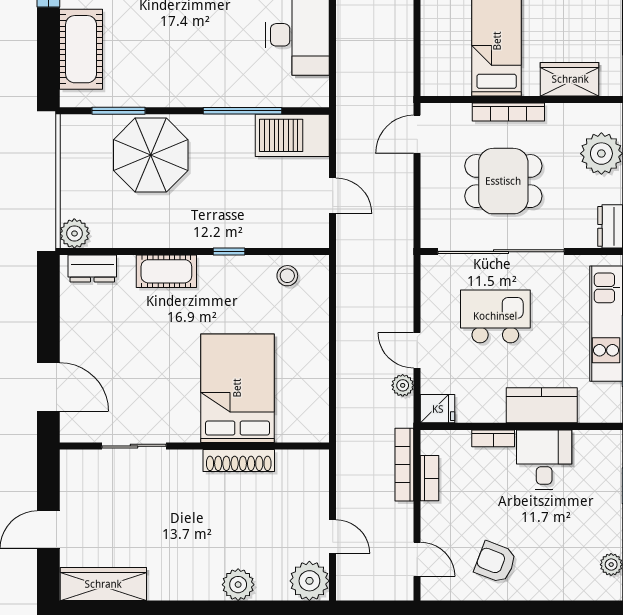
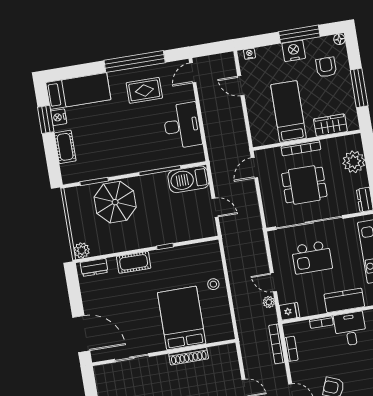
cot: (81, 49) -> (65, 147), width x0.73, depth x0.75
stool: (287, 276) -> (213, 284), moved
kitchen island: (495, 316) -> (312, 257), turned 180
door: (48, 387) -> (81, 334), width x1.36

